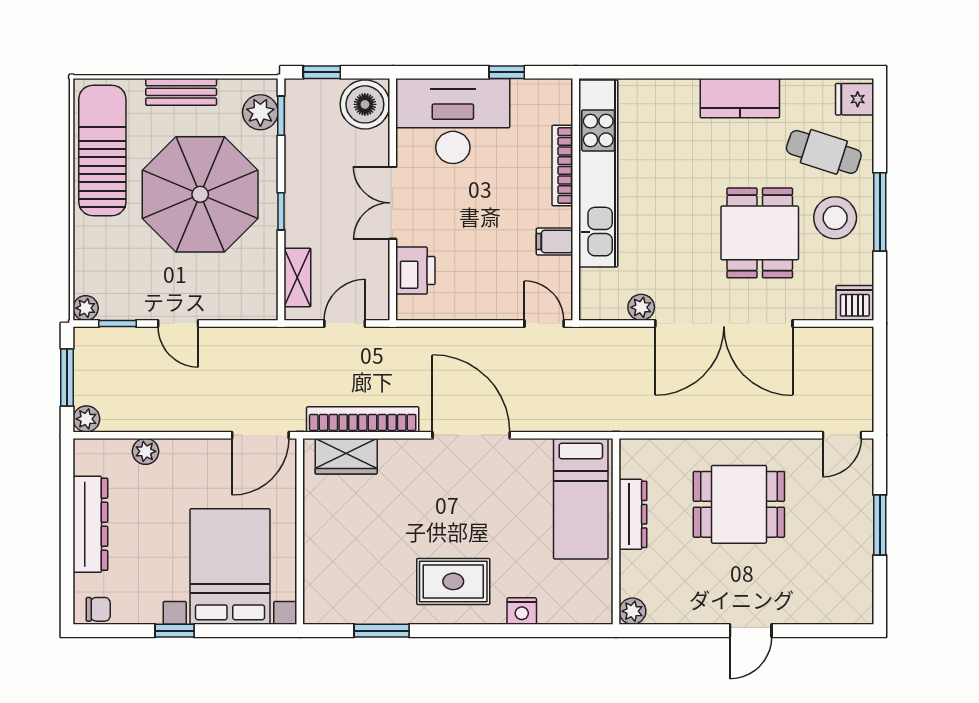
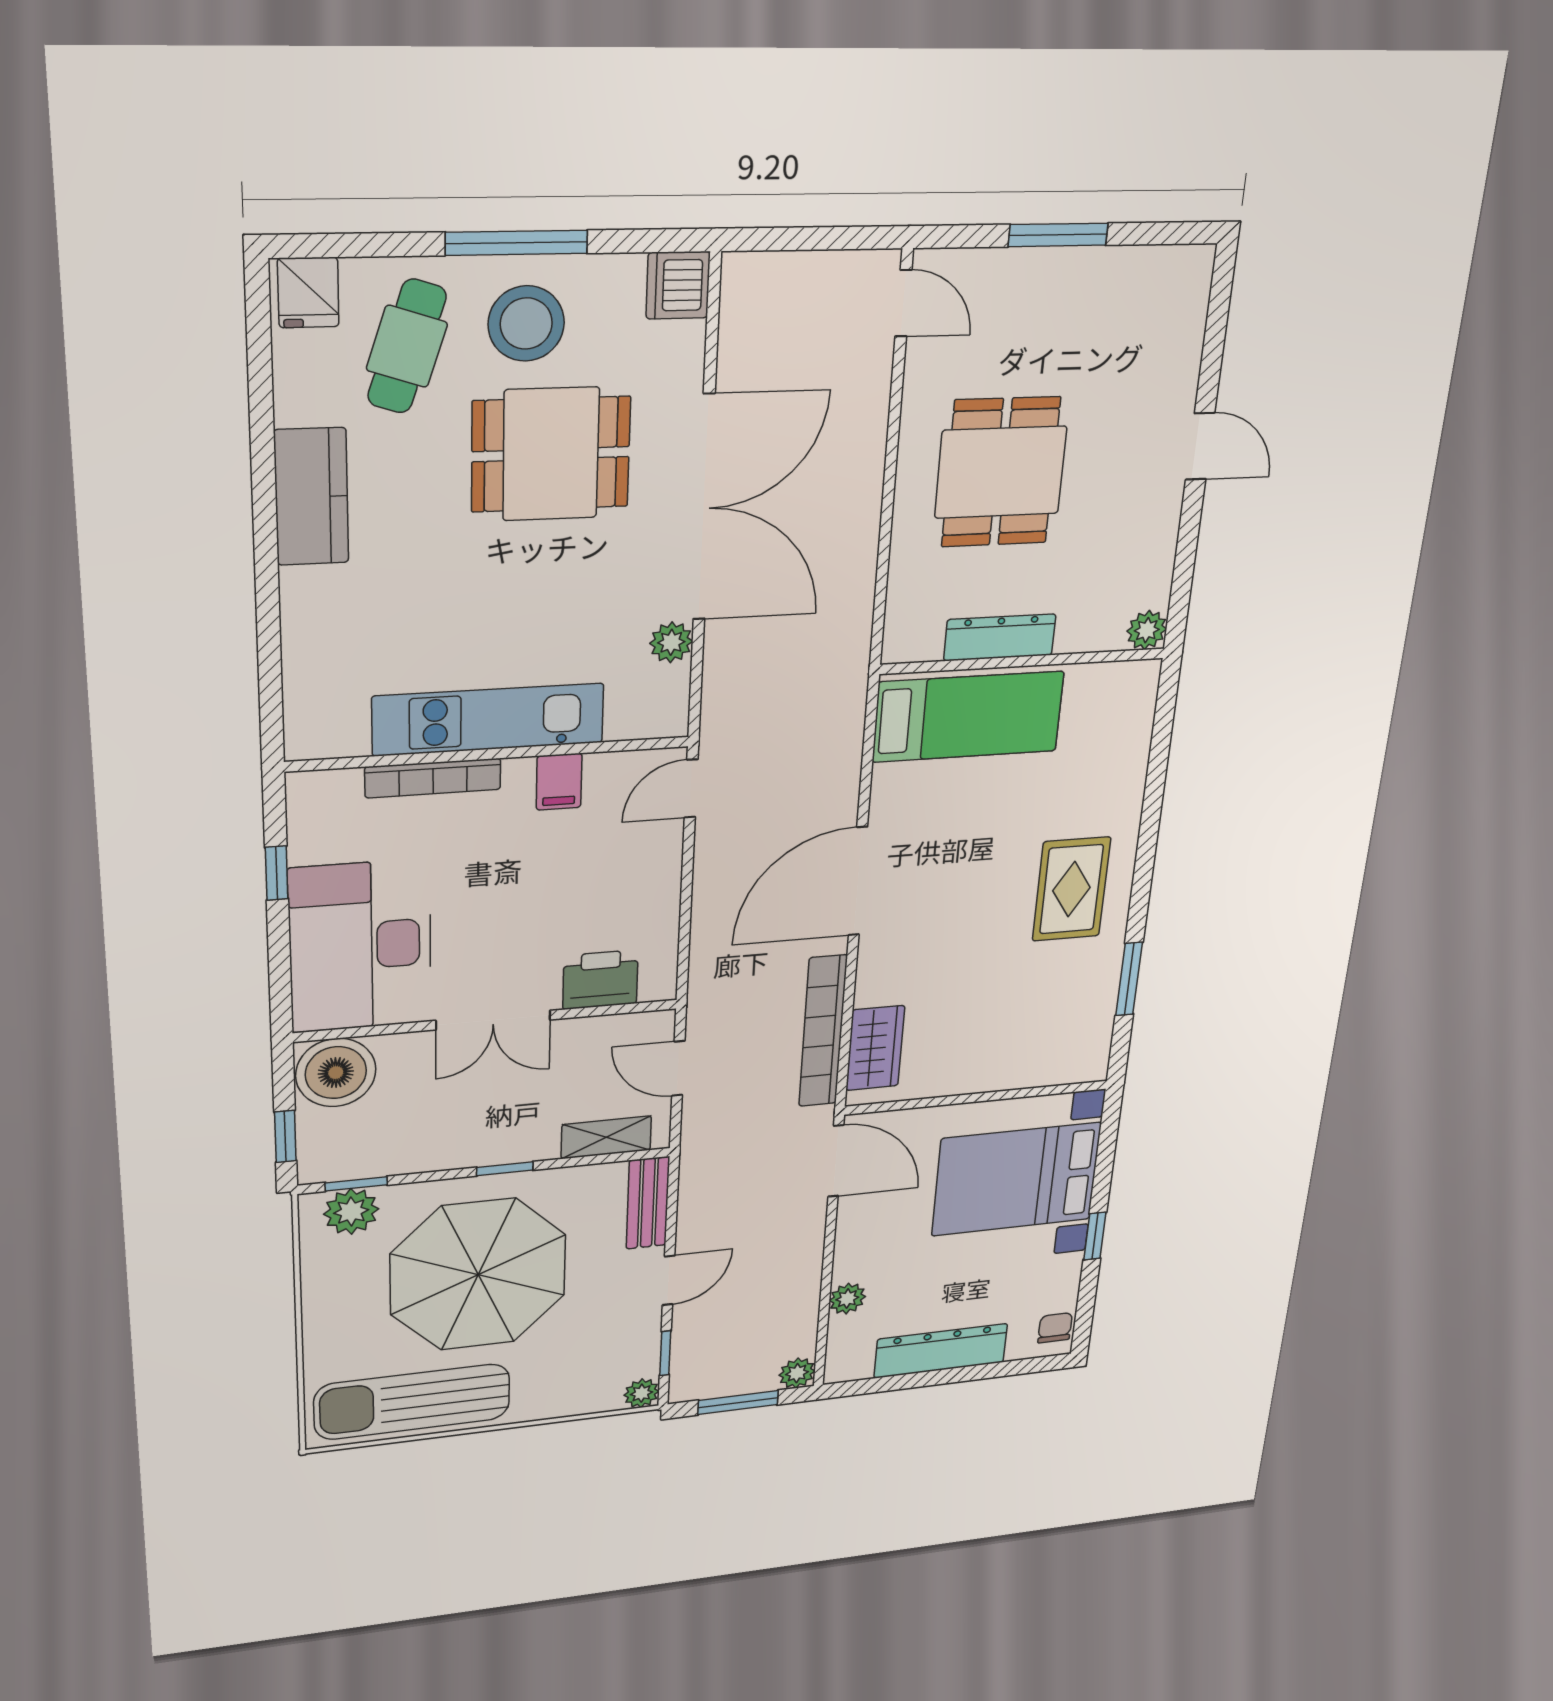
bench: (181, 92) -> (648, 1203), moved
kitchen unit: (598, 174) -> (489, 719), width x0.73
nightstand: (522, 611) -> (1126, 791), removed

